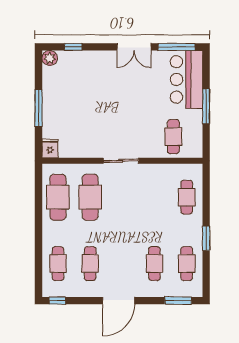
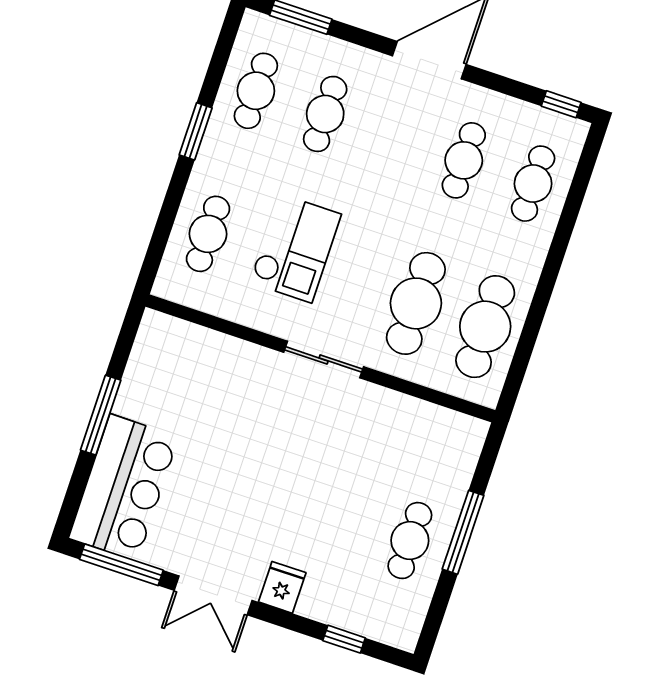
double door: (134, 47) -> (213, 595), swing flipped
plant: (50, 58) -> (403, 632), removed
cafe table: (173, 137) -> (410, 541), moved
fridge: (50, 149) -> (282, 587), moved, turned 180
checkout: (148, 203) -> (295, 248), added

